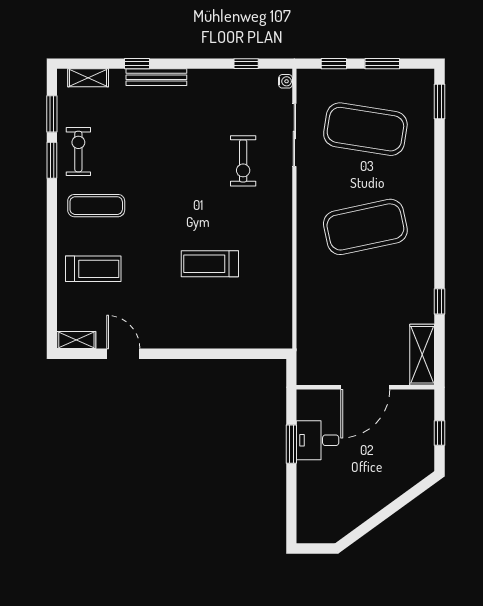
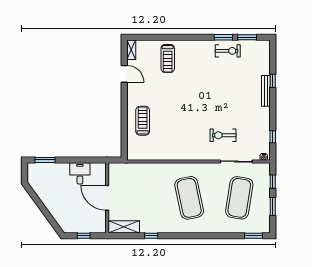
shelving: (88, 78) -> (266, 56), removed
exercise mat: (96, 206) -> (200, 60), removed
treadmill: (210, 264) -> (143, 121), moved
door: (123, 354) -> (124, 74), hinge flipped
window: (291, 444) -> (45, 160), moved

